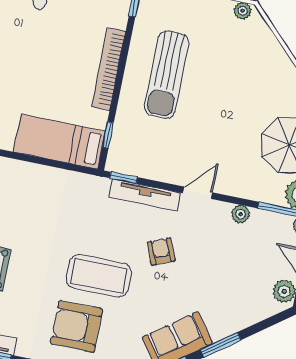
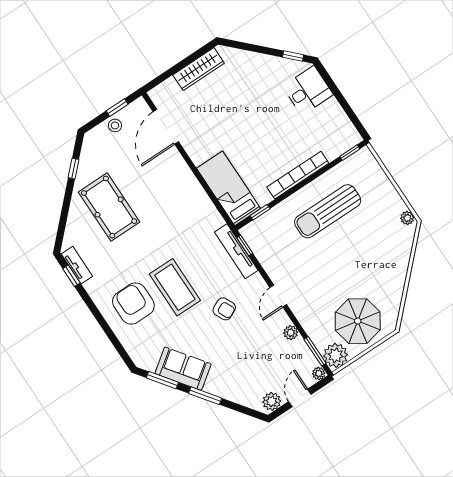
door: (198, 193) -> (278, 296), swing flipped
tv unit: (145, 195) -> (236, 251), moved
armchair: (161, 252) -> (224, 309), turned 88

